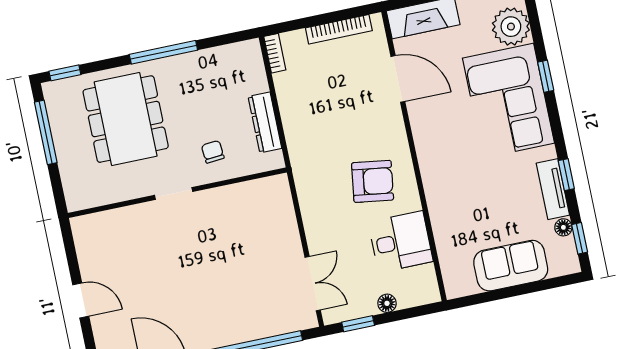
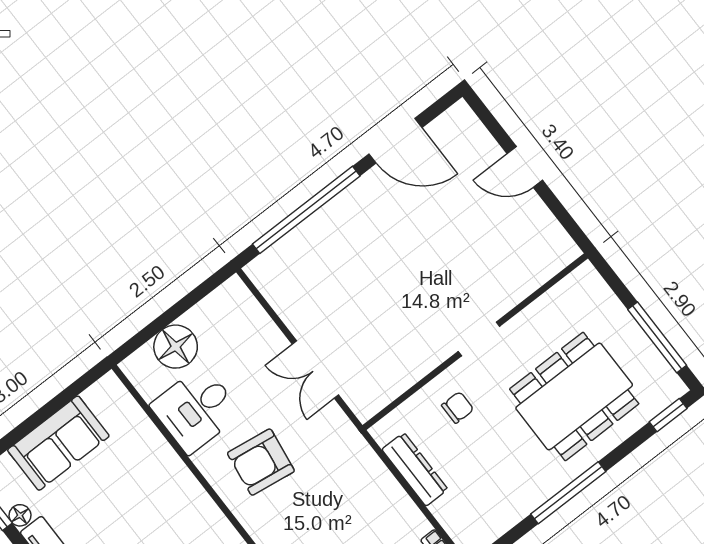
dining table: (126, 119) -> (574, 396), turned 90
chair: (213, 152) -> (458, 407), turned -85
double door: (313, 284) -> (315, 369), moved
floor lamp: (387, 303) -> (176, 347), width x1.89, depth x1.89
window: (358, 324) -> (199, 293), removed

